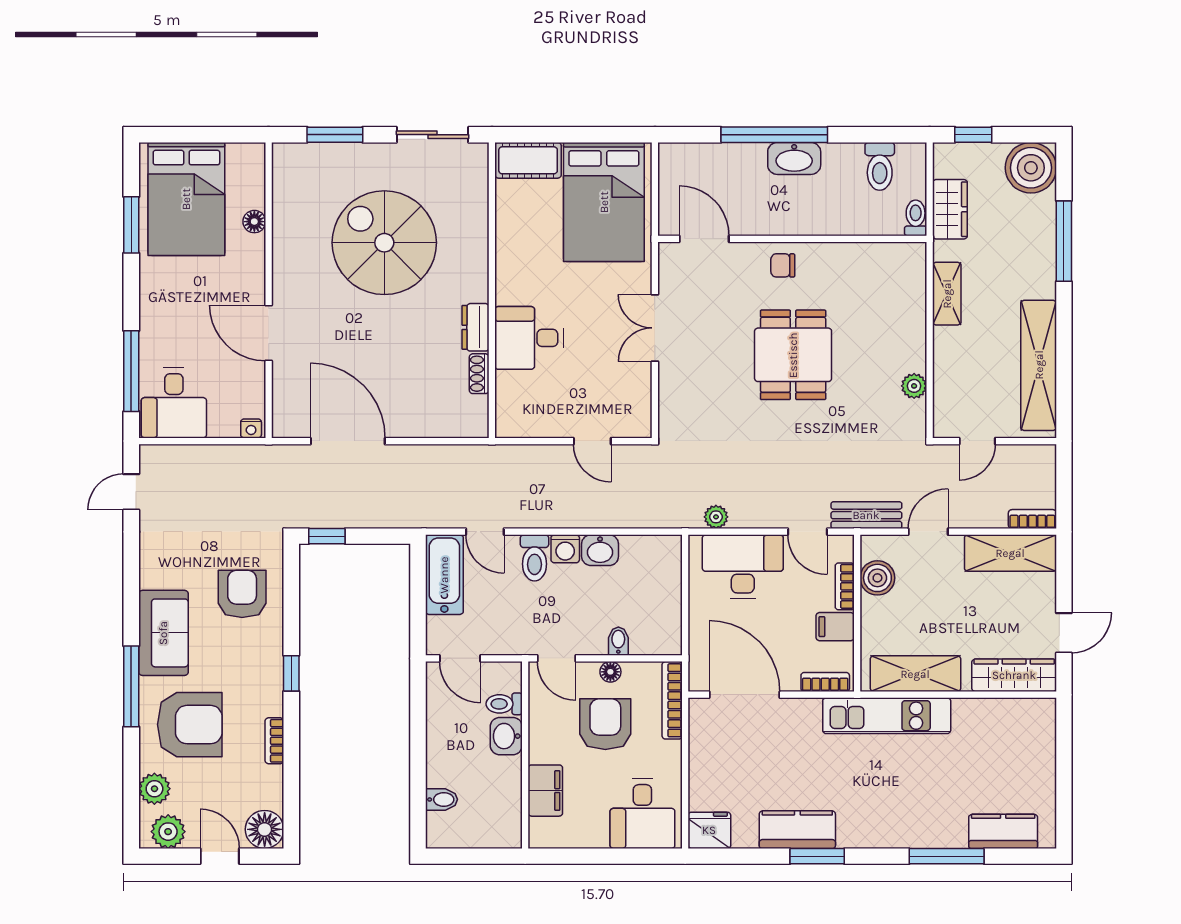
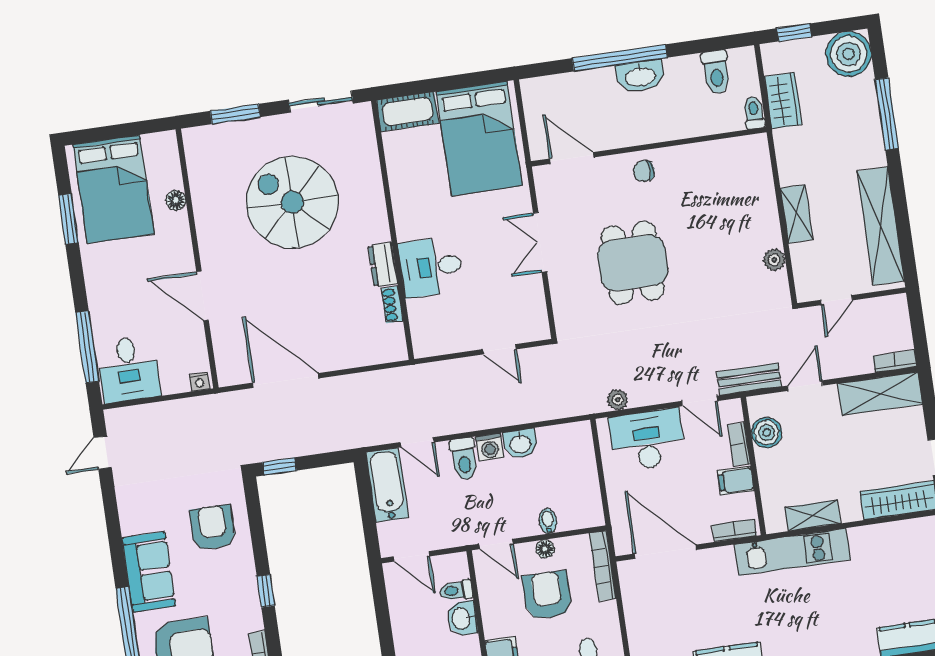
shelving: (947, 294) -> (797, 214), moved
dining table: (793, 355) -> (633, 263), moved
shelving: (915, 674) -> (813, 515), width x0.67, depth x0.75

